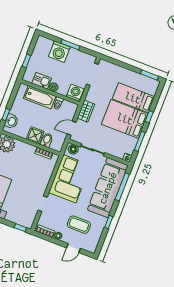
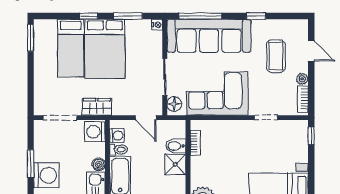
washing machine: (67, 106) -> (117, 136), added
wardrobe: (86, 111) -> (97, 107), moved

